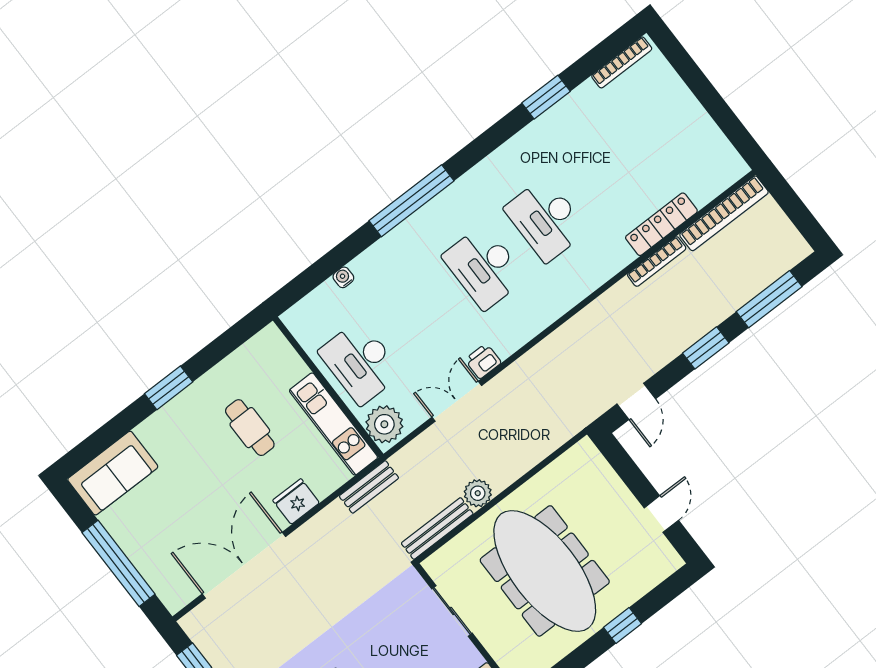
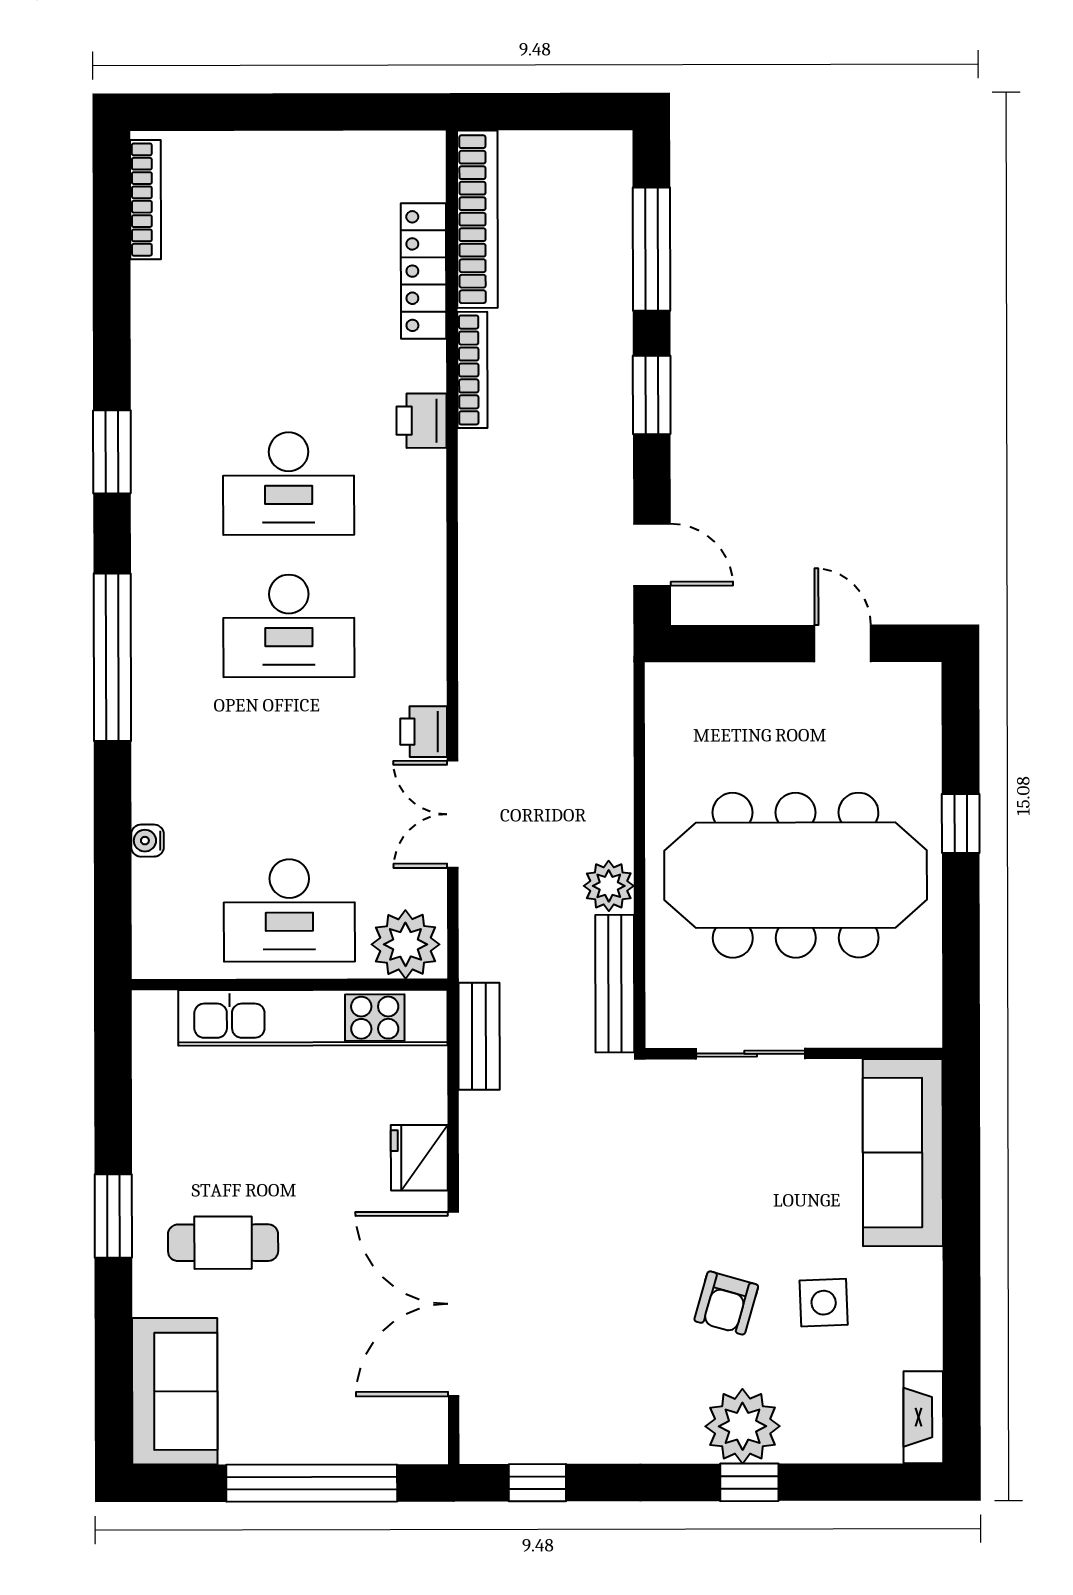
window: (546, 97) -> (112, 452), moved
locker: (661, 224) -> (424, 271), moved
printer: (618, 256) -> (421, 421), added
kitchen unit: (333, 424) -> (313, 1018), width x1.36
cafe table: (250, 428) -> (223, 1243), moved

